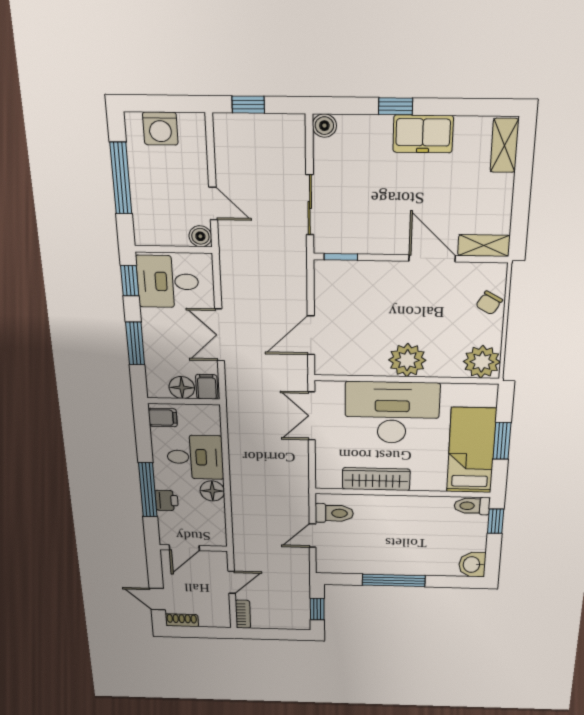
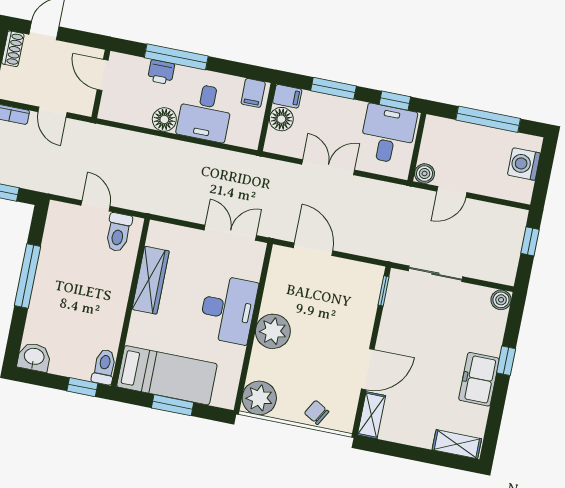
filing cabinet: (207, 387) -> (287, 96), moved
desk: (392, 413) -> (228, 309), width x0.73, depth x0.77

